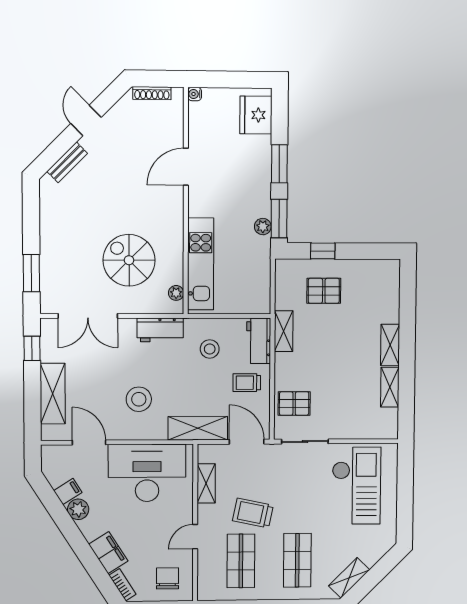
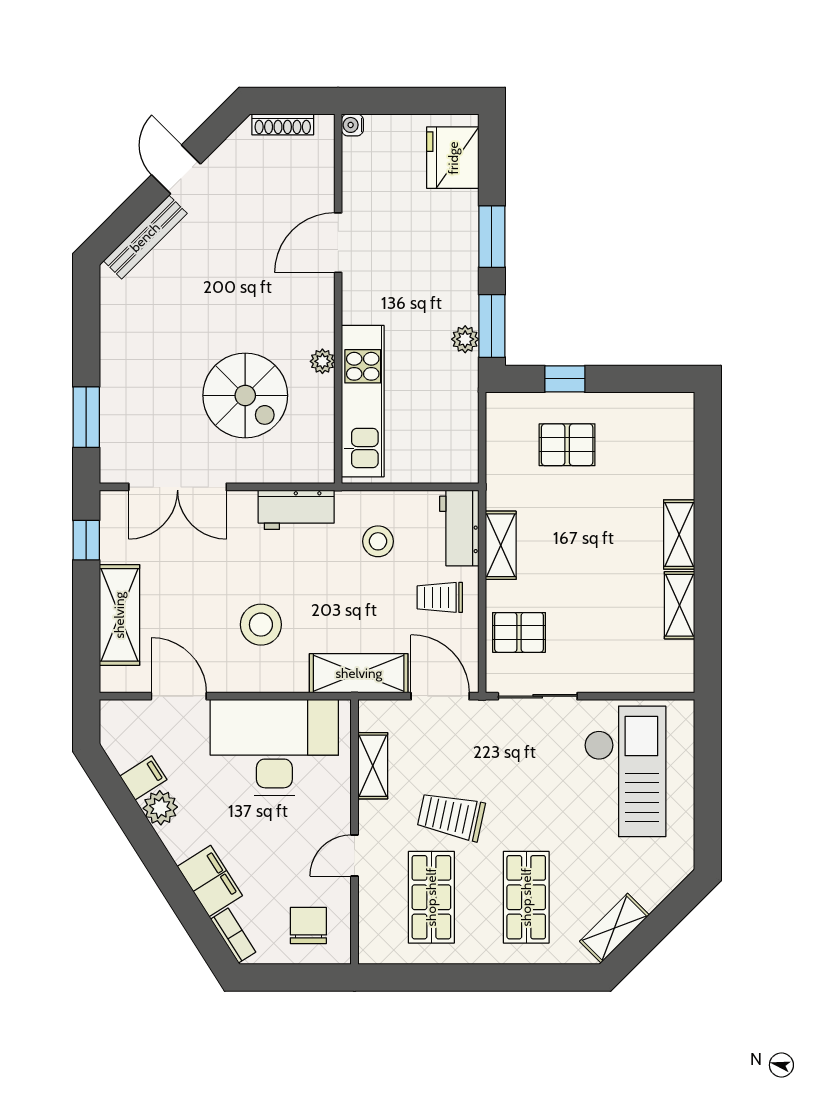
bench: (67, 162) -> (145, 237), width x1.36
spiral stairs: (129, 260) -> (245, 395), turned 180
plant: (176, 293) -> (322, 361), moved
shelving: (284, 331) -> (501, 545), moved

